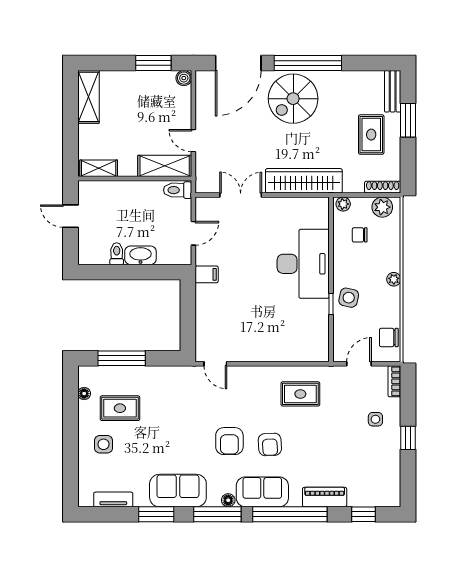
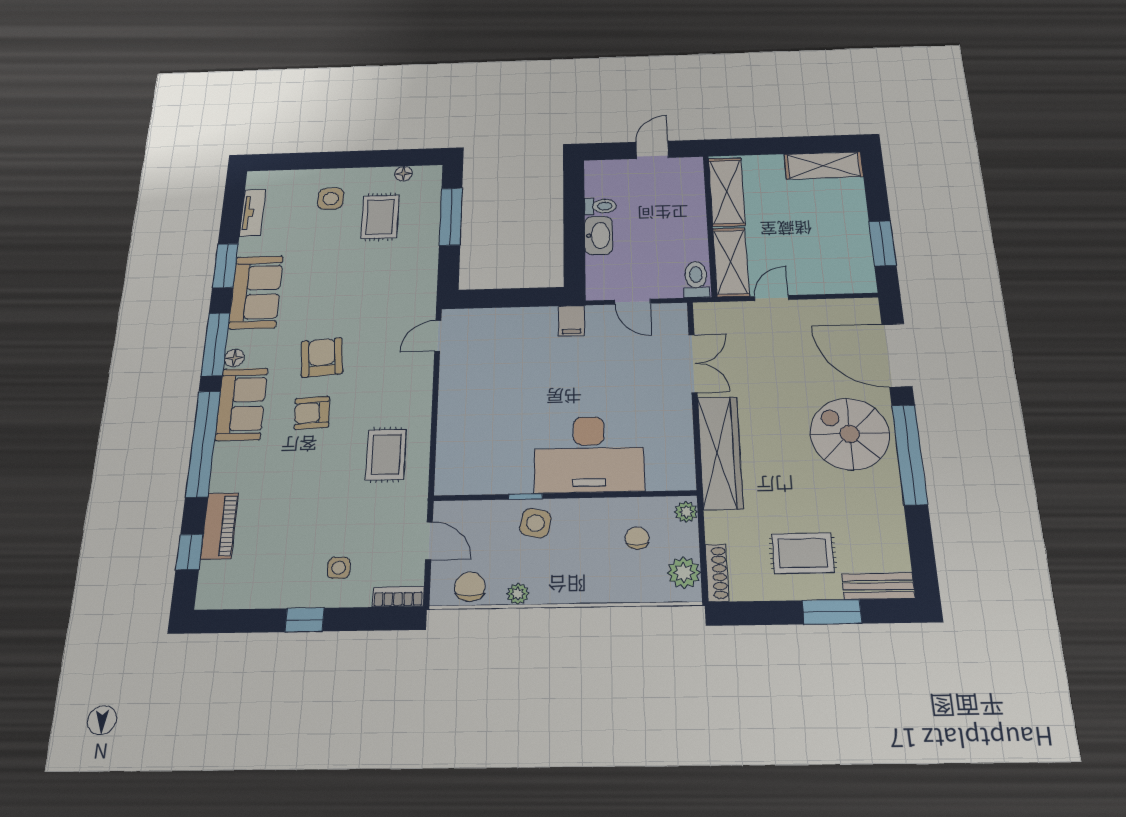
boiler: (184, 78) -> (865, 283), removed
shelving: (99, 168) -> (727, 192), width x1.50, depth x1.33
plant: (394, 279) -> (518, 594), moved
armchair: (229, 441) -> (322, 357), turned 85
piano: (325, 497) -> (220, 526), moved

